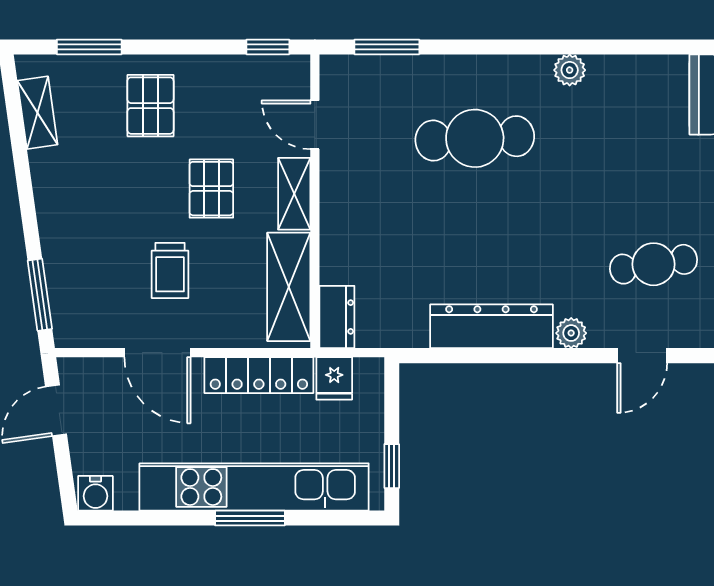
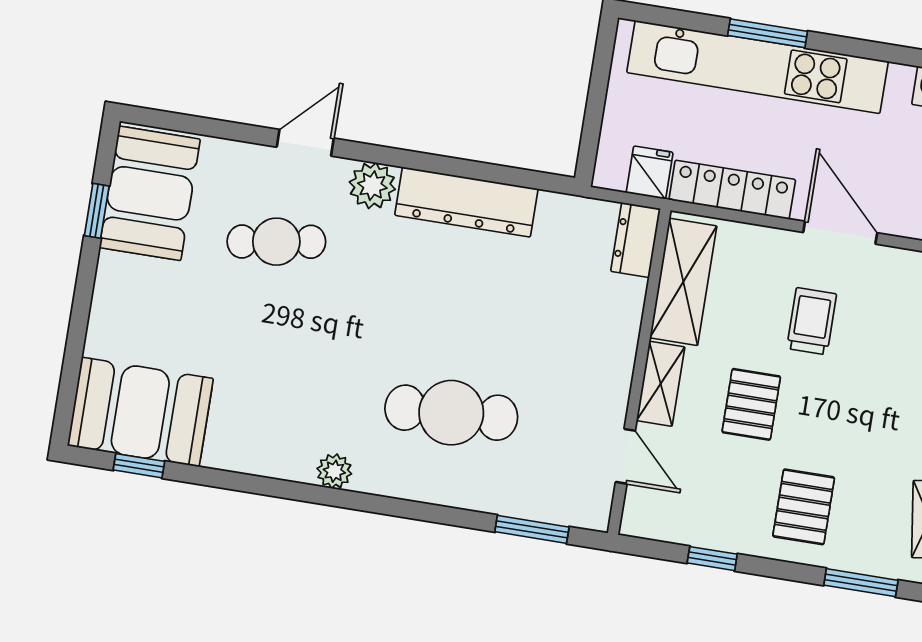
window: (268, 47) -> (712, 559), moved
plant: (571, 333) -> (372, 186), width x1.38, depth x1.38
window: (392, 466) -> (602, 65), removed

